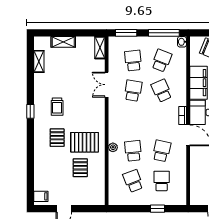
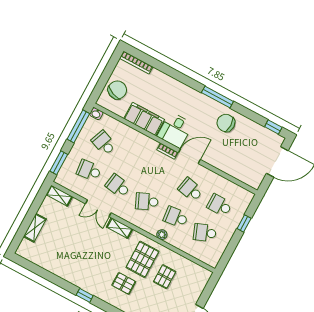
shelving: (39, 61) -> (120, 228), moved
school desk: (162, 91) -> (147, 202), moved
trolley: (57, 107) -> (94, 267), removed
pallet: (80, 168) -> (165, 277), turned 90

